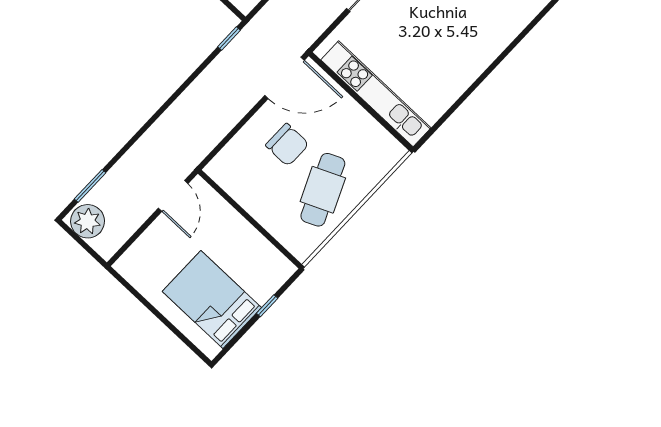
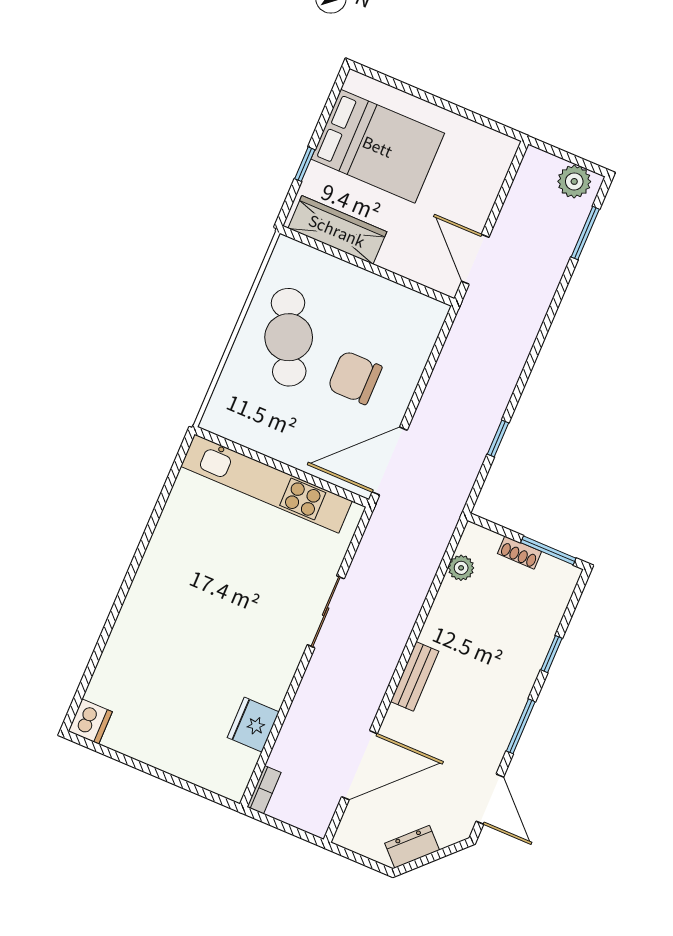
window: (229, 38) -> (498, 439), moved
plant: (88, 221) -> (574, 181), width x0.73, depth x0.73
wardrobe: (261, 252) -> (337, 230), added

